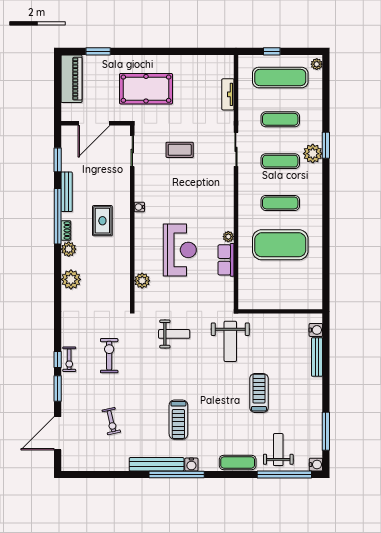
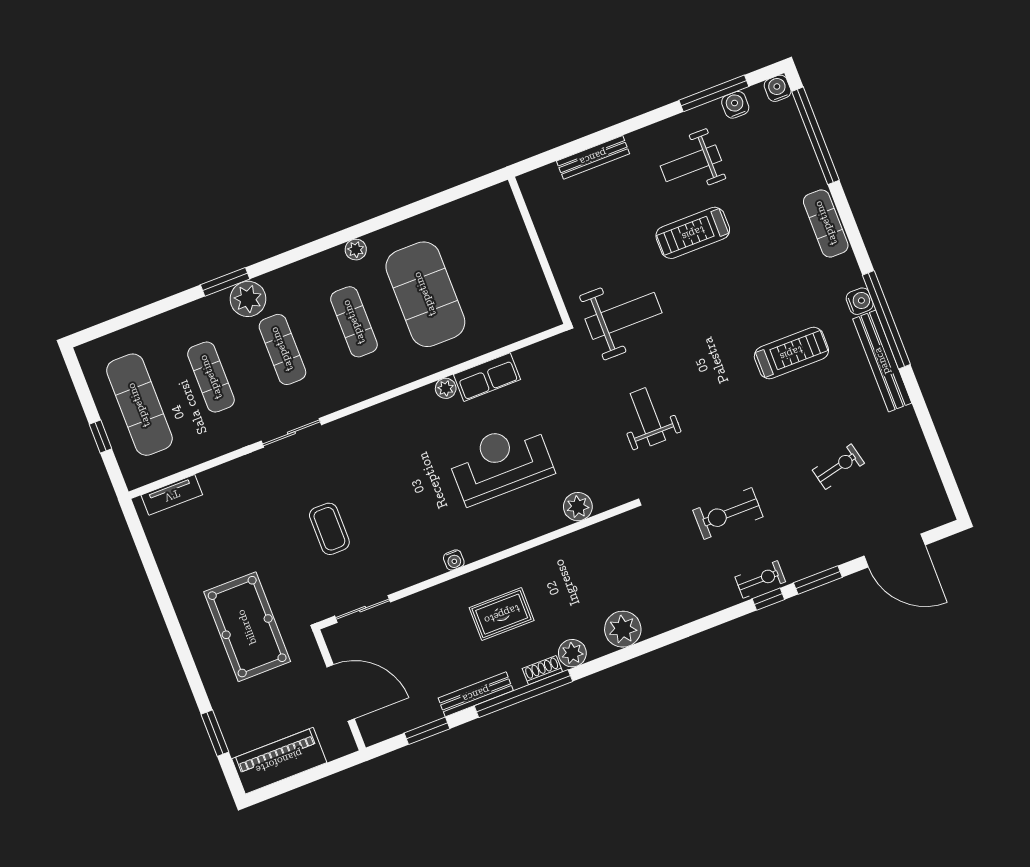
plant: (317, 64) -> (356, 250), moved
tv unit: (228, 94) -> (172, 495), moved
water cooler: (316, 330) -> (735, 105), moved
weight bench: (278, 450) -> (691, 163), moved

